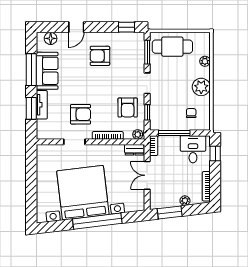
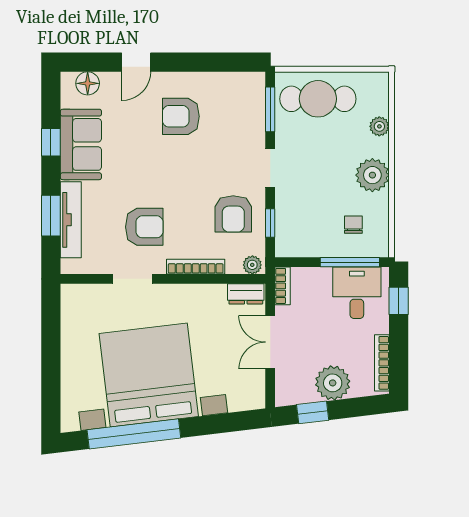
window: (126, 27) -> (231, 62), removed
window: (31, 70) -> (51, 142), width x0.46
tv unit: (42, 105) -> (71, 220), width x1.41
window: (174, 133) -> (350, 262), moved
plant: (185, 201) -> (333, 383), width x1.87, depth x1.87
window: (170, 212) -> (313, 412), width x0.67
window: (97, 221) -> (134, 434), moved

